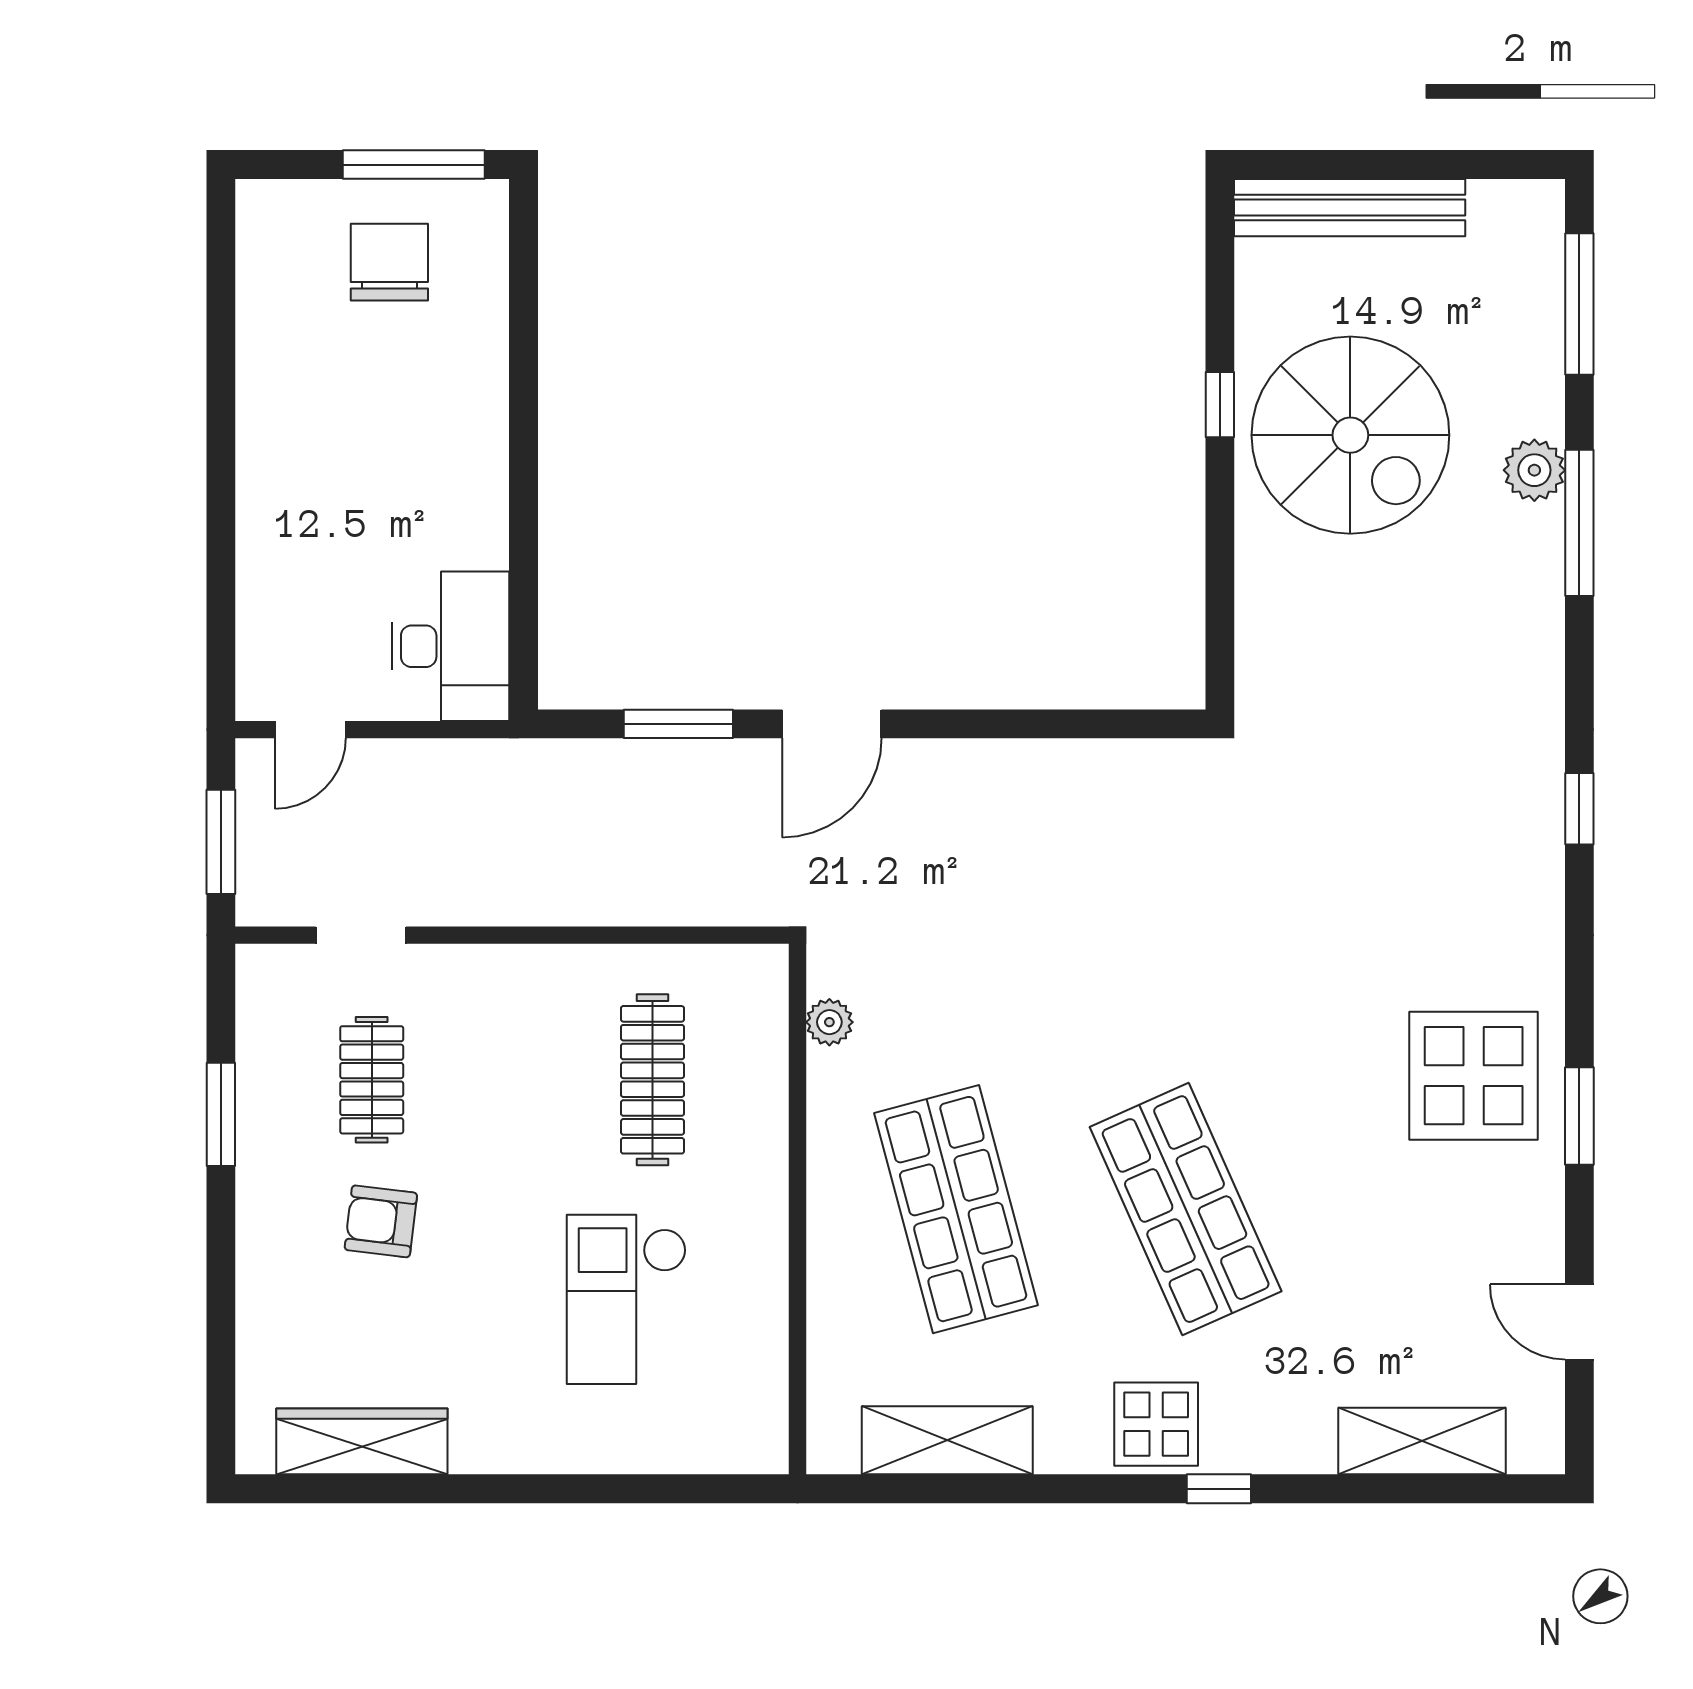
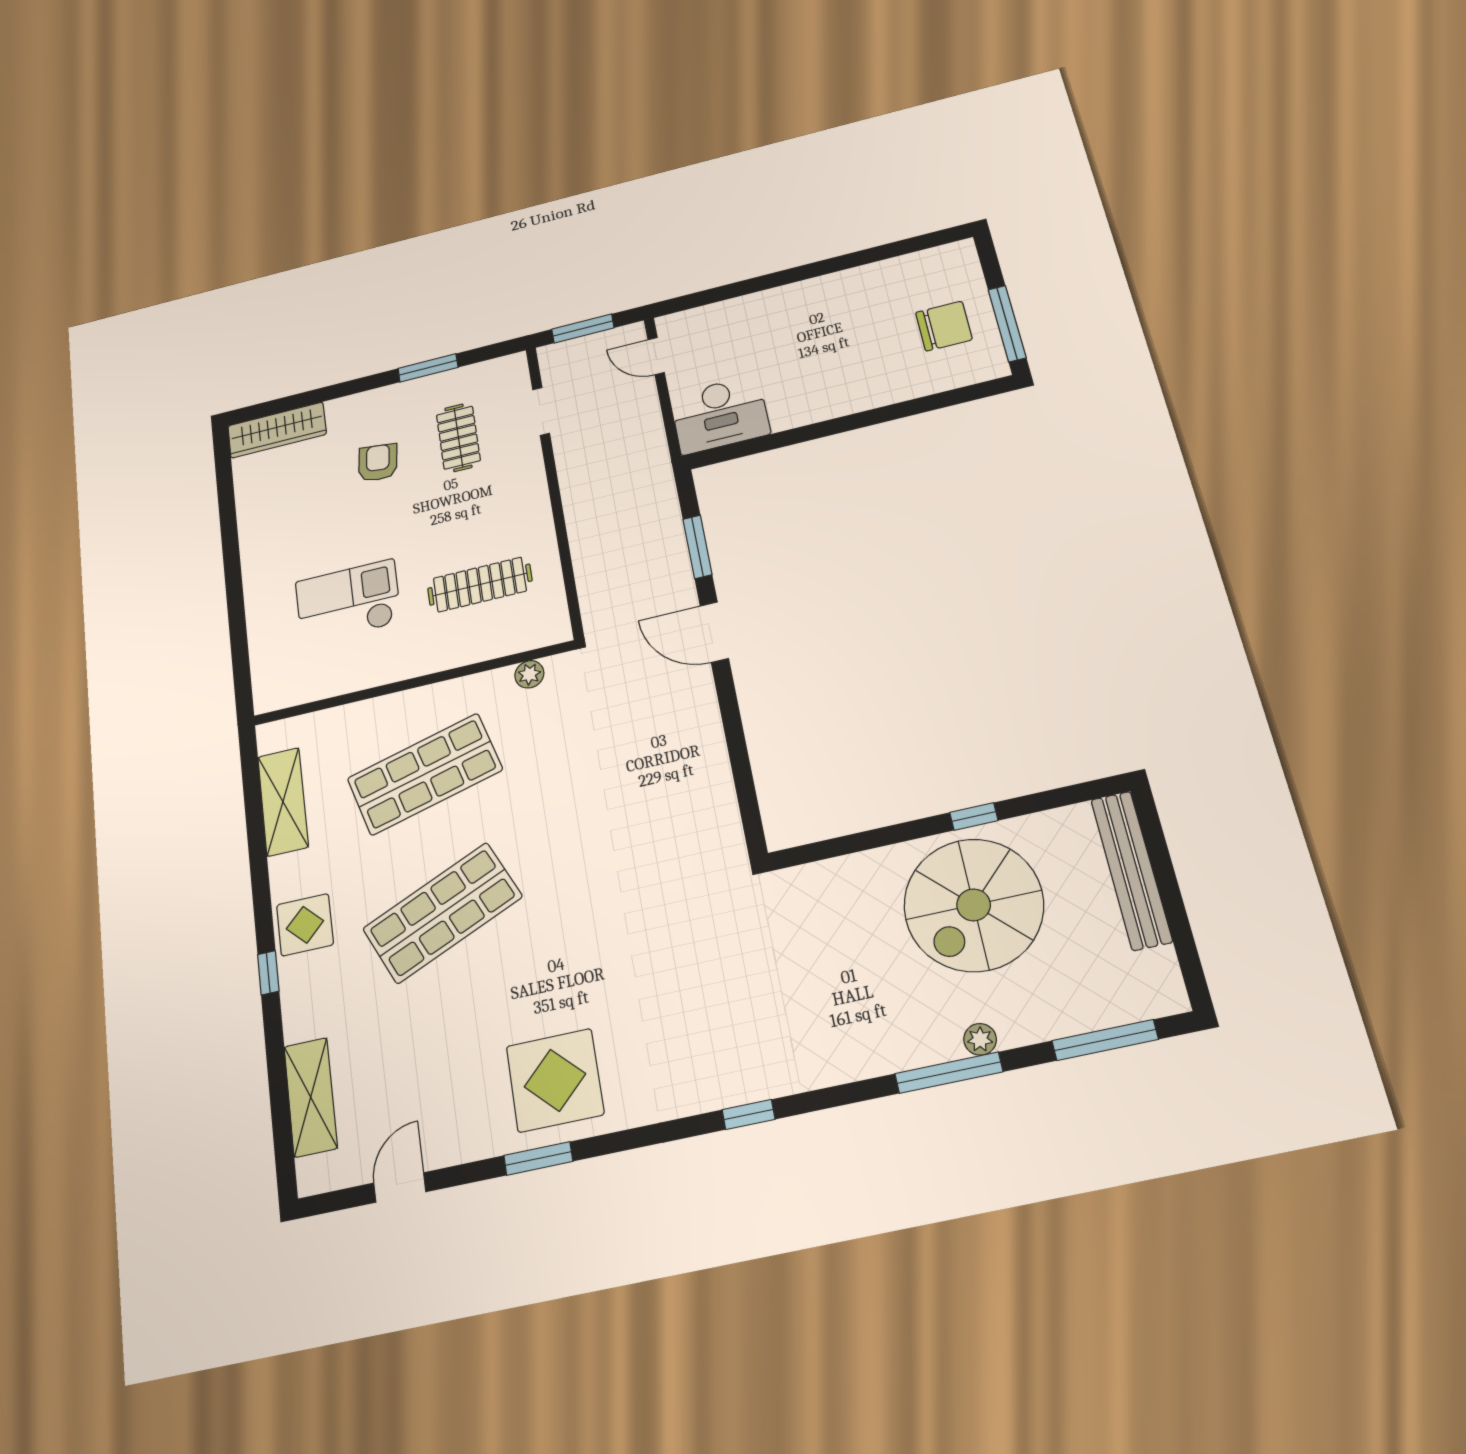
plant: (1534, 470) -> (980, 1039), width x0.73, depth x0.73
clothes rail: (372, 1080) -> (458, 438), turned 90
wardrobe: (362, 1441) -> (277, 430), moved, turned 90

